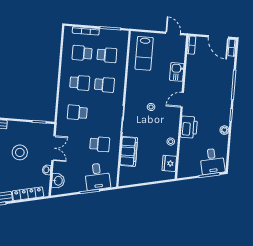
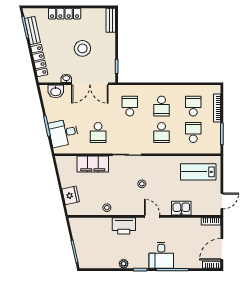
school desk: (107, 55) -> (193, 133), turned 180
double door: (53, 148) -> (90, 84), width x1.37
desk: (212, 161) -> (161, 255), moved, turned -78
fridge: (169, 163) -> (71, 195), moved, turned 78

